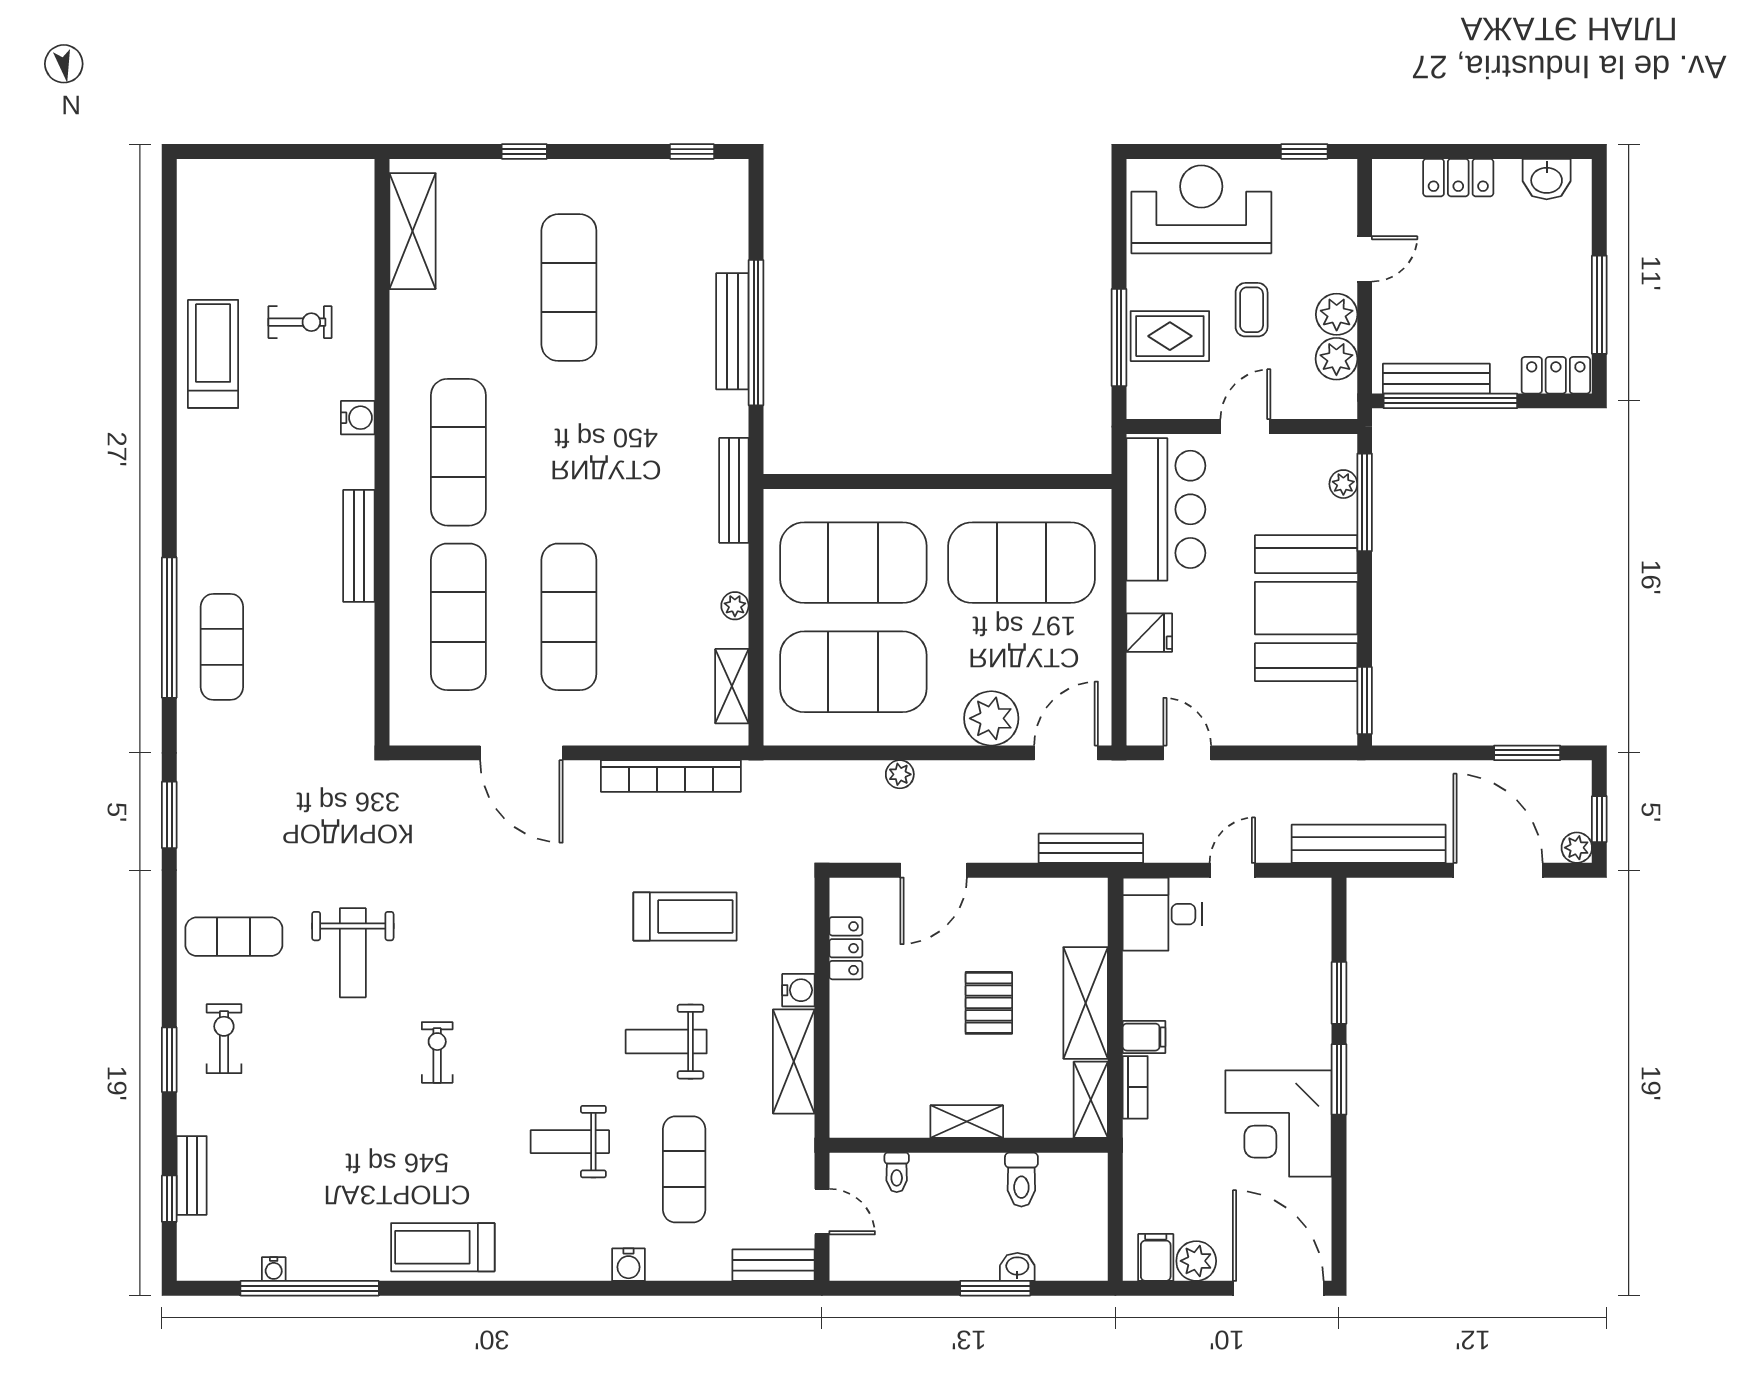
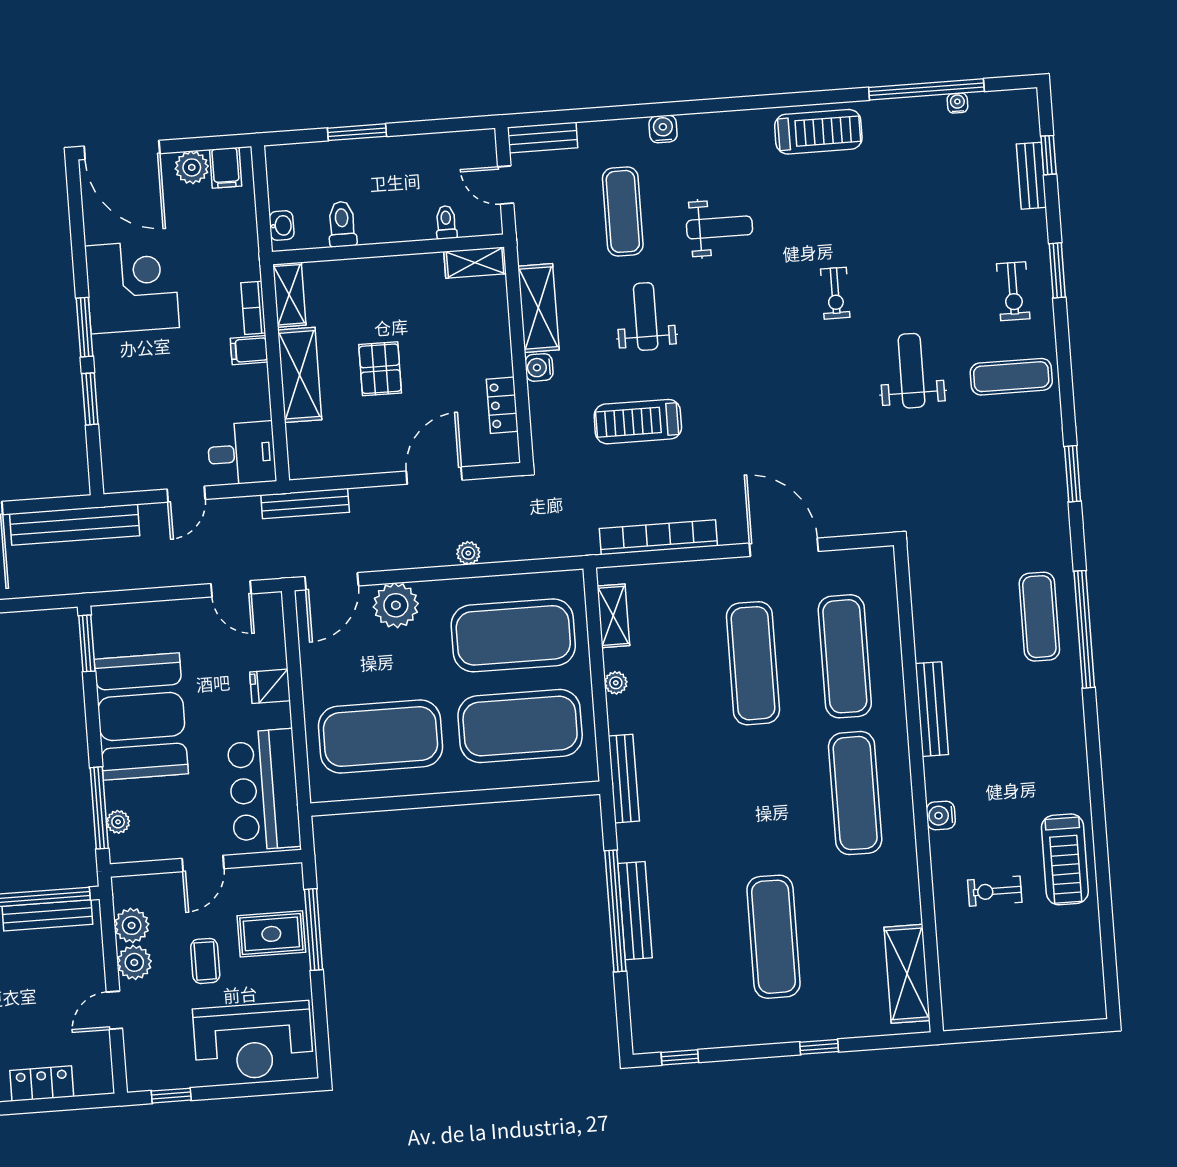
weight bench: (666, 1042) -> (646, 317), turned -90
shelving: (967, 1122) -> (475, 263), moved
washbasin: (1017, 1267) -> (282, 226), moved, turned -90

